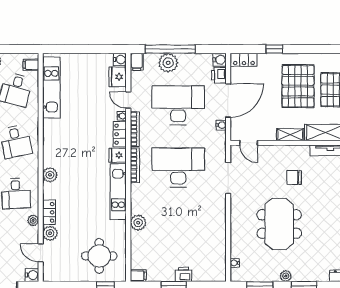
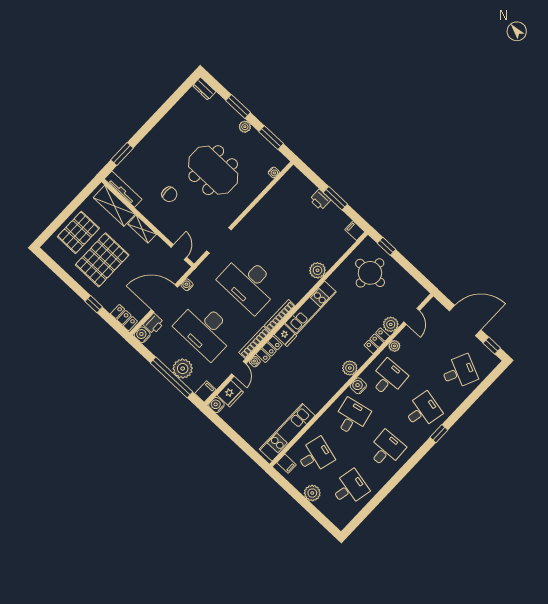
meeting table: (279, 224) -> (213, 170), turned 90
water cooler: (32, 275) -> (358, 386), moved

